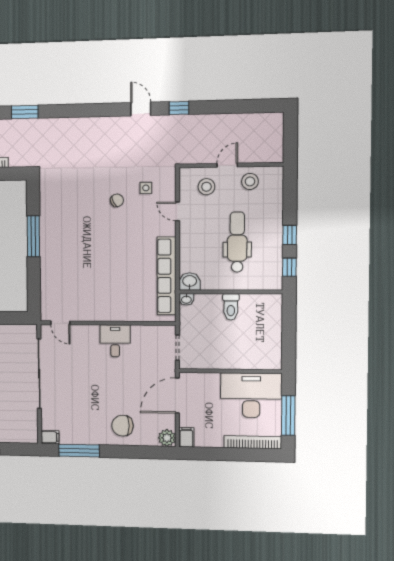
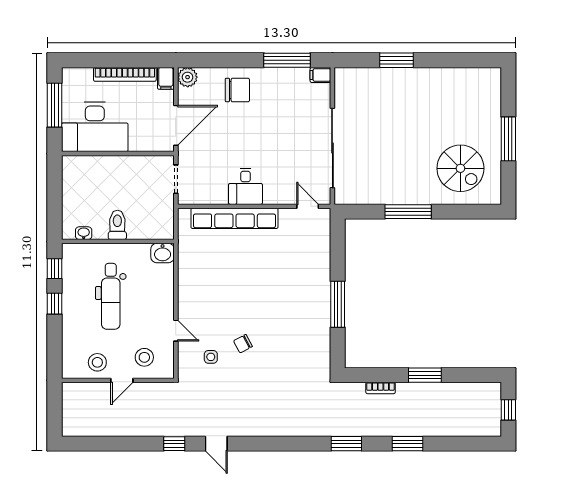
row of seats: (167, 276) -> (234, 218), moved, turned 90
washbasin: (186, 299) -> (84, 233), moved
bookcase: (253, 442) -> (125, 74), moved

